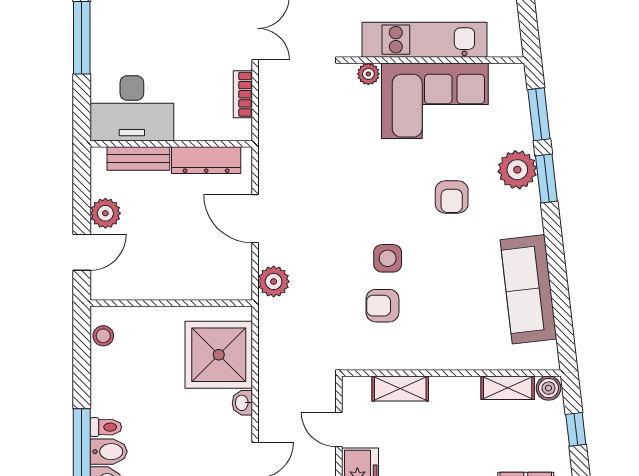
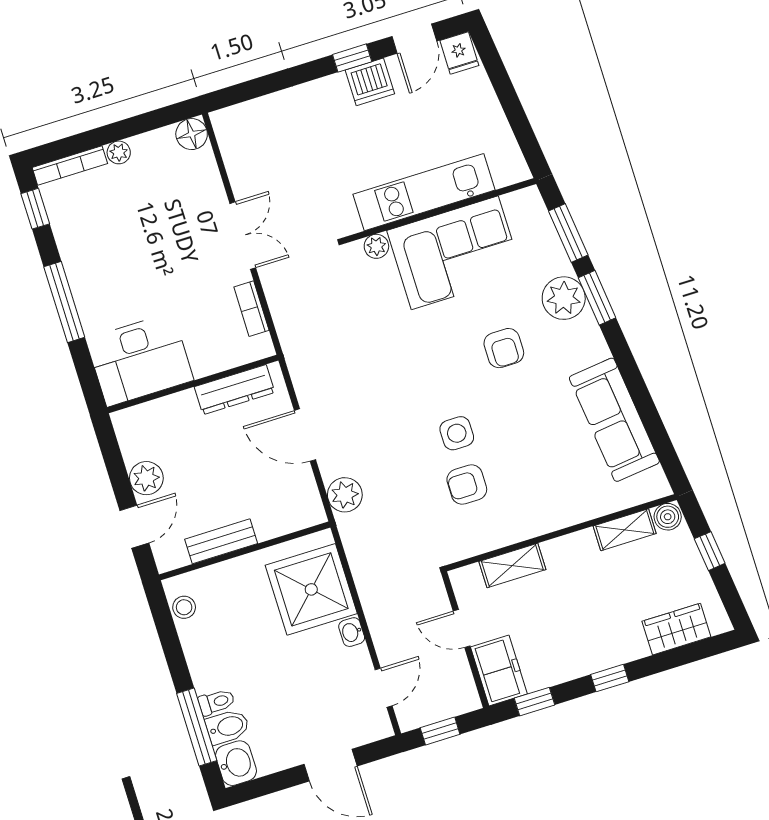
bench: (138, 159) -> (221, 541), moved

